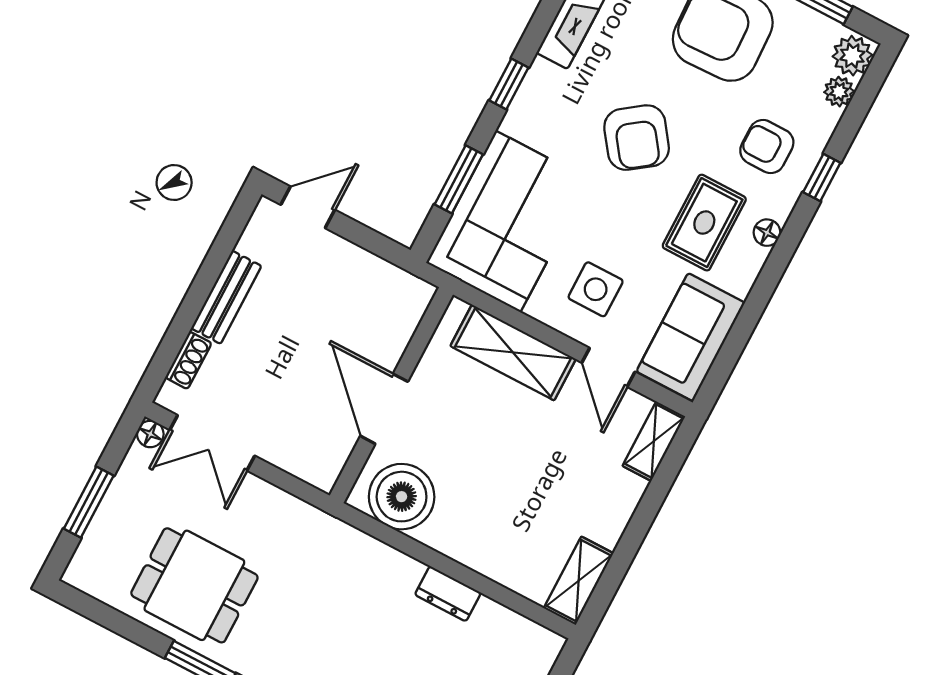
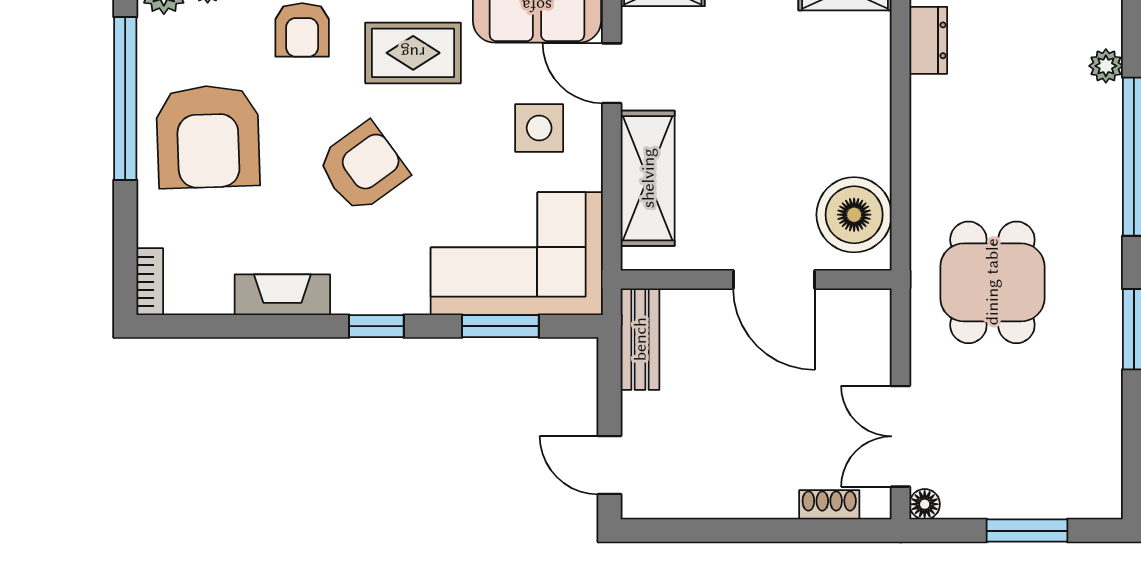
bench: (226, 297) -> (640, 339), moved, turned 90
door: (608, 367) -> (612, 73), swing flipped
door: (384, 409) -> (774, 279), hinge flipped
double door: (212, 443) -> (901, 436), swing flipped
dining table: (194, 585) -> (992, 282), moved
dresser: (448, 594) -> (928, 40), moved

